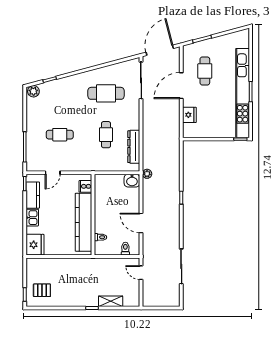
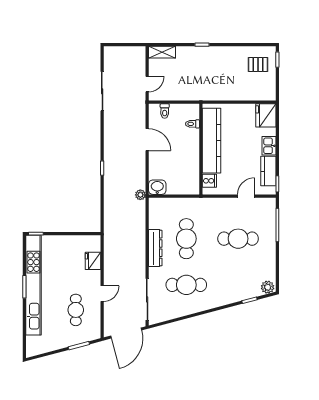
door: (181, 86) -> (102, 294), width x0.53
cafe table: (60, 135) -> (238, 239), width x1.37, depth x1.35
cafe table: (106, 135) -> (186, 239), width x1.37, depth x1.35
dresser: (134, 147) -> (155, 248), moved
door: (141, 273) -> (147, 84), hinge flipped
shelving: (111, 301) -> (162, 52), moved

